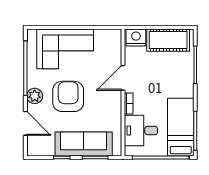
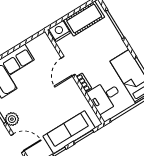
armchair: (68, 96) -> (37, 104), removed

